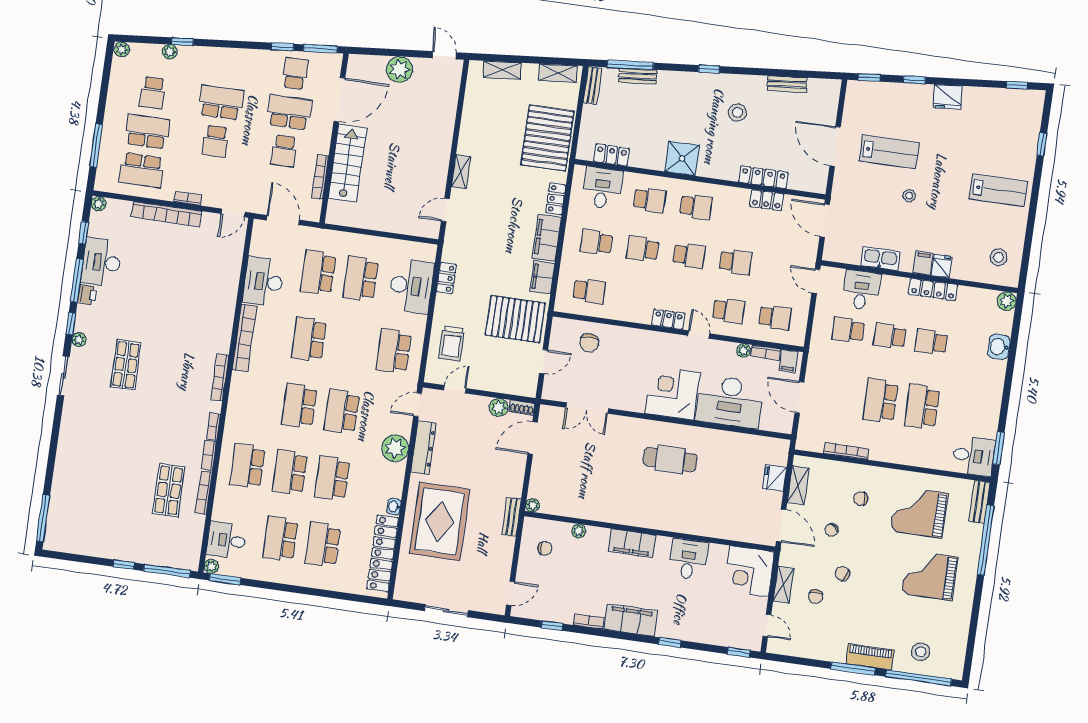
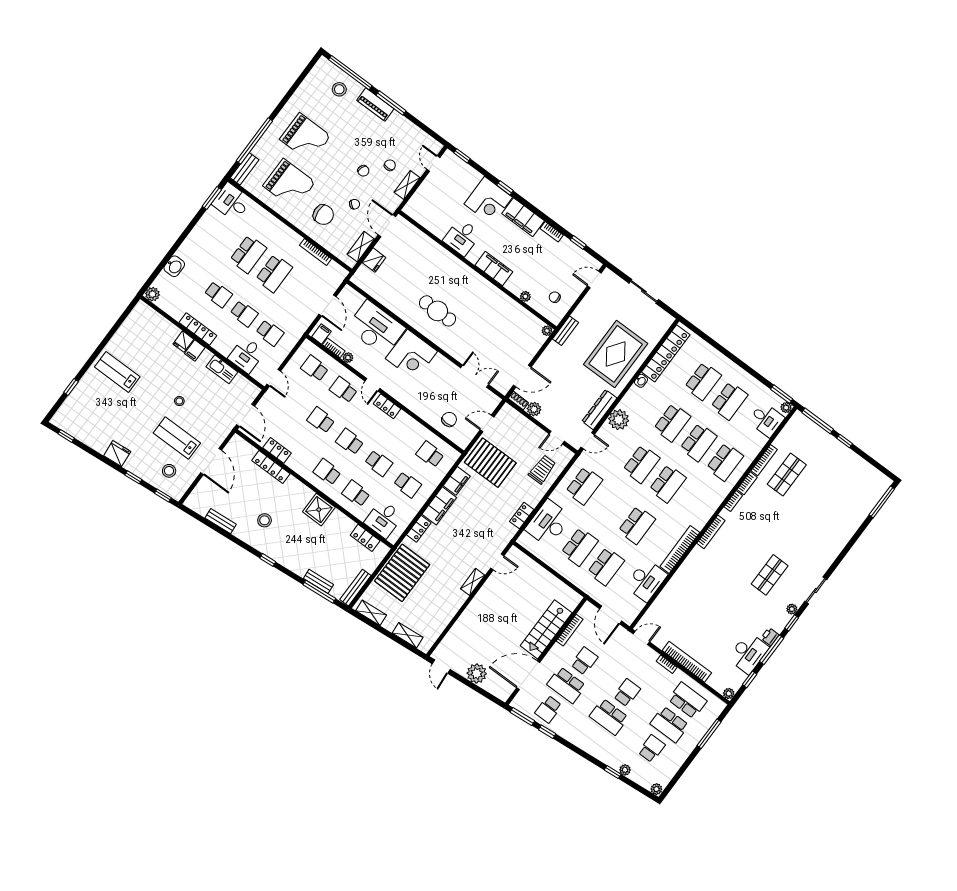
bench: (592, 86) -> (355, 588), width x1.36
stool: (998, 257) -> (169, 471), moved
chair: (861, 499) -> (323, 215), width x1.87, depth x1.87
corner desk: (749, 571) -> (488, 201), moved, turned 90

